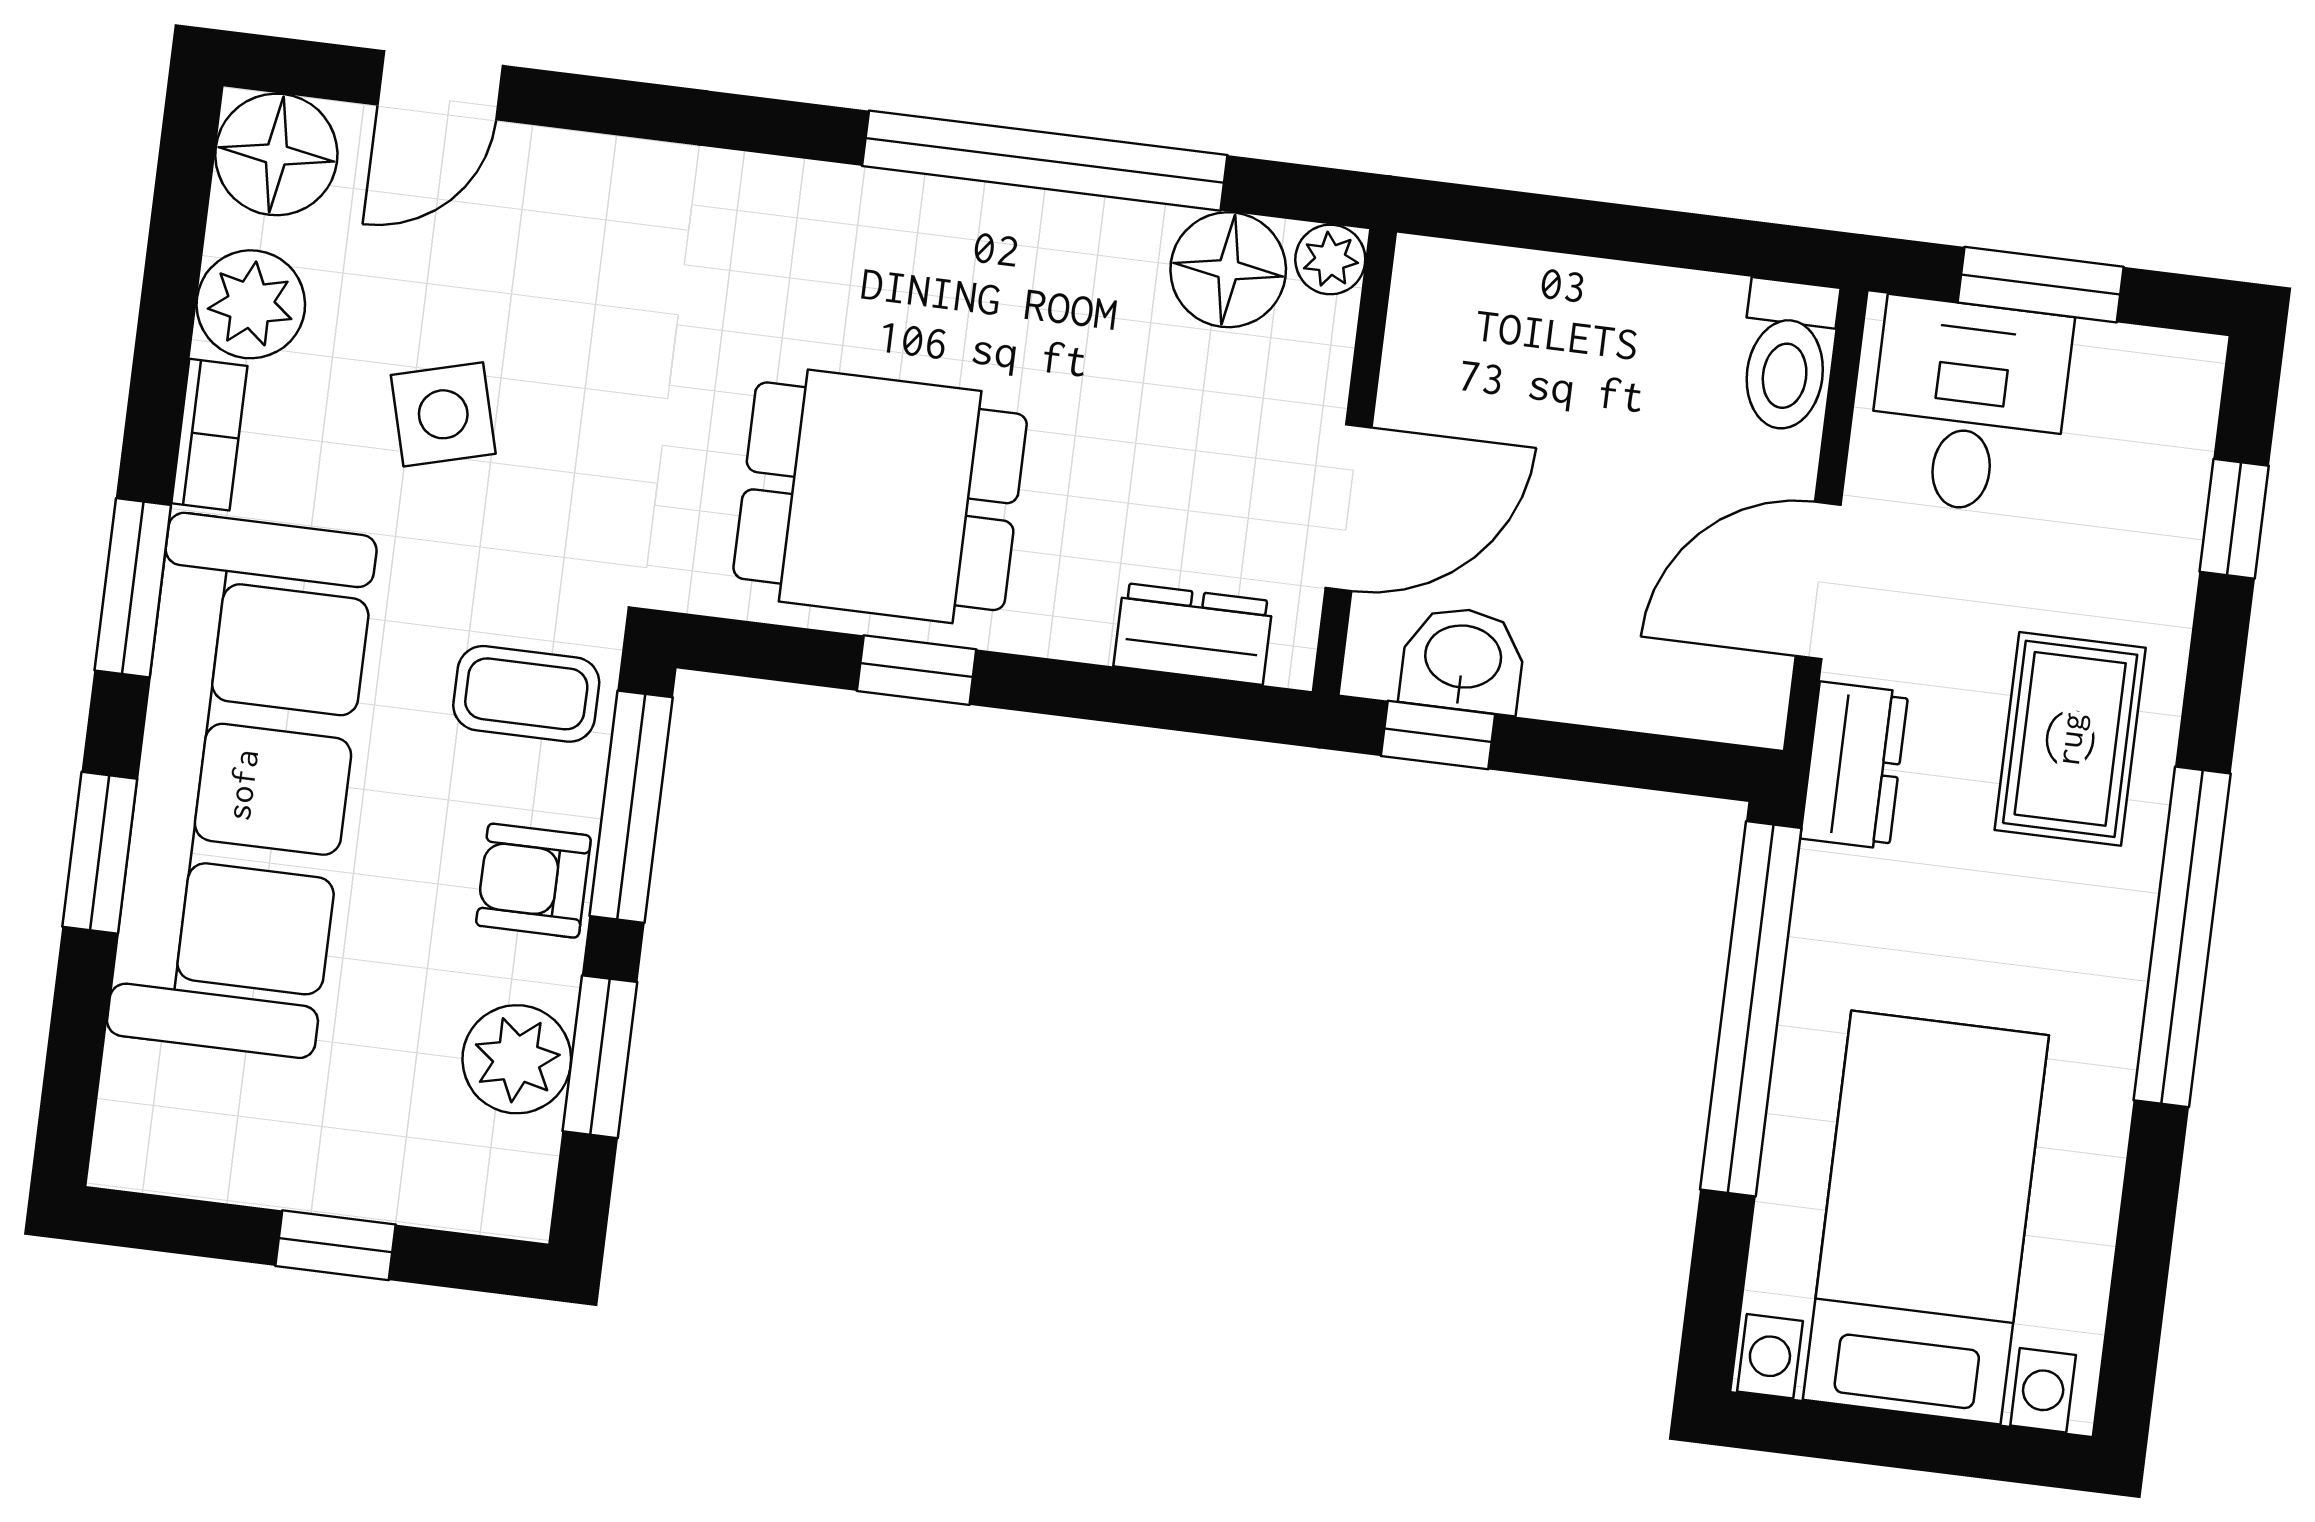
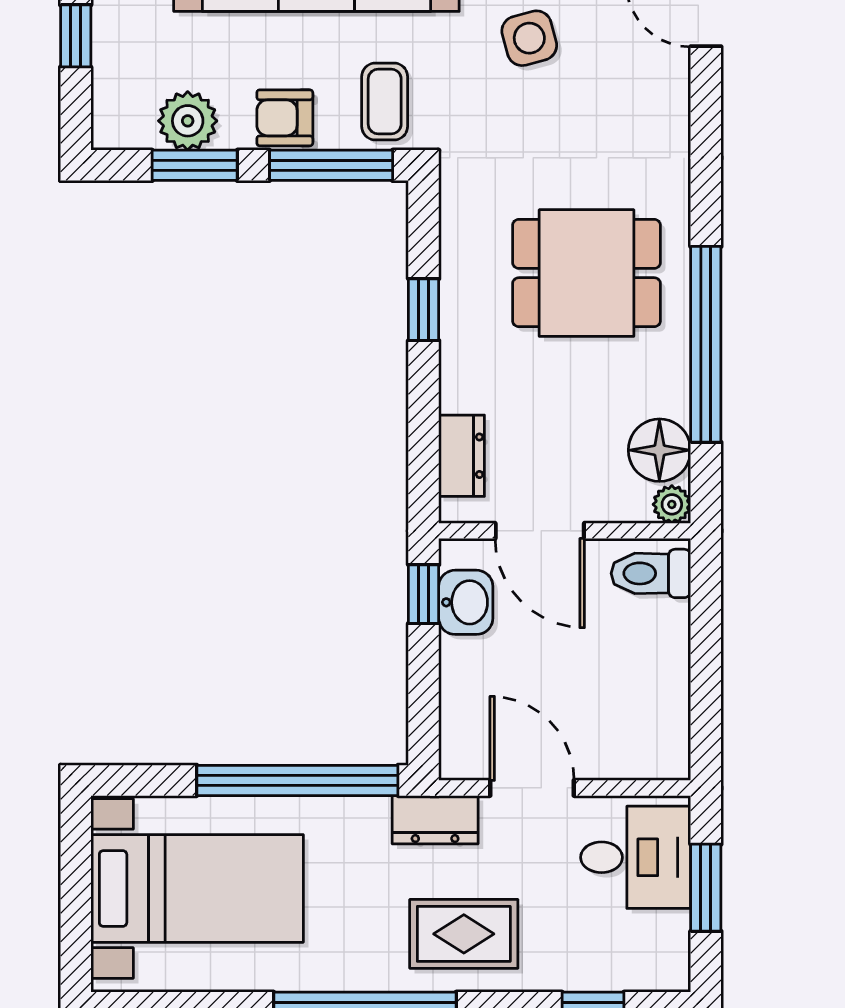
toilet: (1787, 355) -> (651, 573), moved
dining table: (880, 496) -> (586, 273), moved, turned 90
armchair: (533, 881) -> (285, 118), turned -90

